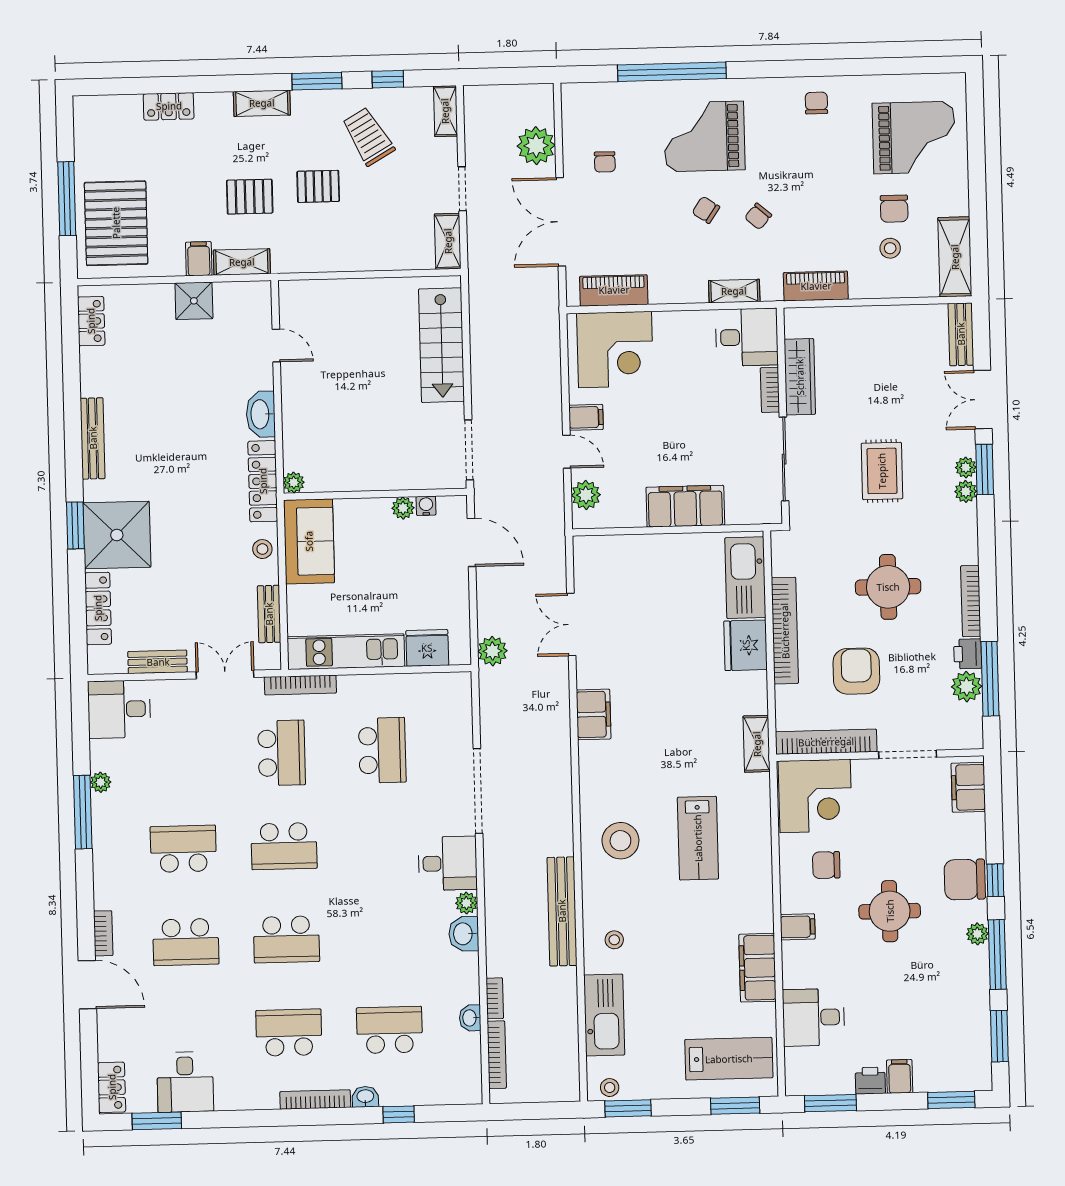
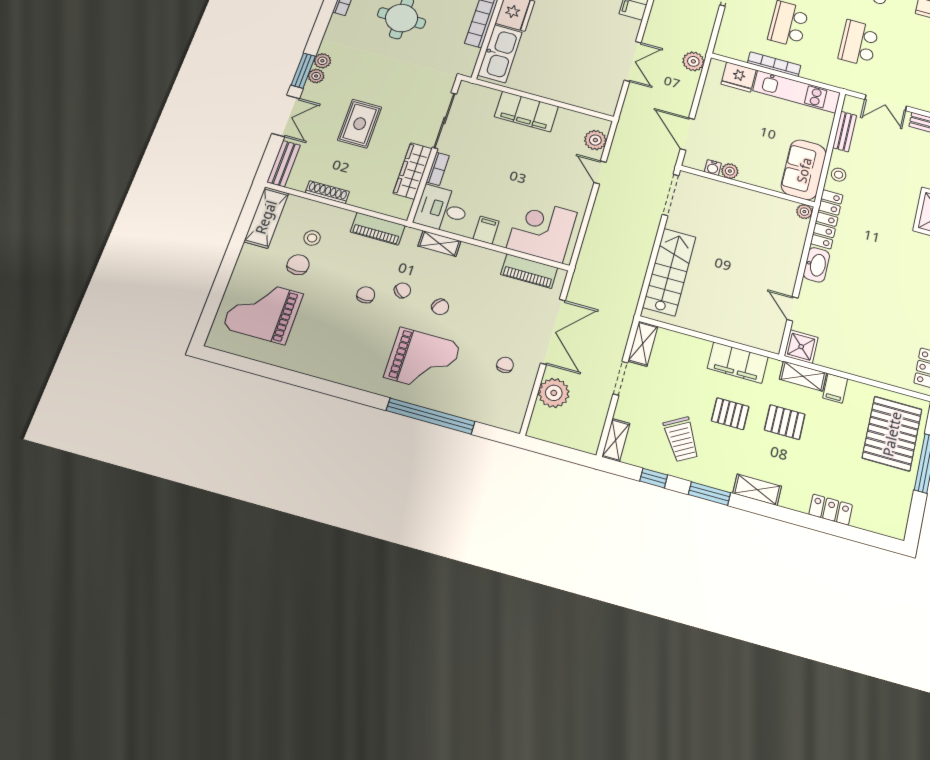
chair: (816, 103) -> (366, 295), moved, turned 180
filing cabinet: (326, 254) -> (738, 363), added
shower: (194, 301) -> (801, 347), moved
shoe rack: (894, 314) -> (327, 192), added
filing cabinet: (586, 417) -> (486, 230), moved, turned 90
rug: (882, 471) -> (360, 124), moved
bookcase: (300, 685) -> (774, 64), moved

